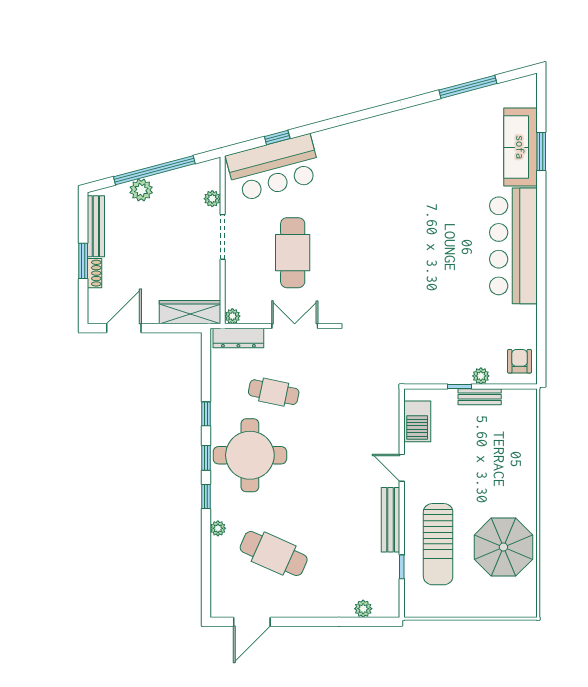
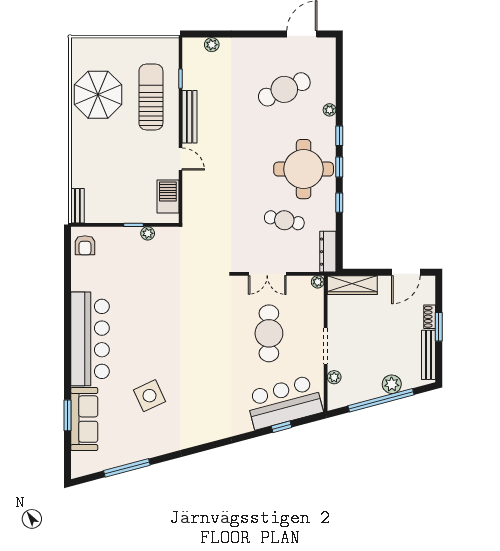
side table: (440, 176) -> (149, 396), added
dresser: (238, 338) -> (328, 252), moved, turned -90
plant: (481, 376) -> (148, 233), moved
bench: (480, 397) -> (77, 206), moved, turned 90
cafe table: (274, 554) -> (284, 89), turned -48

